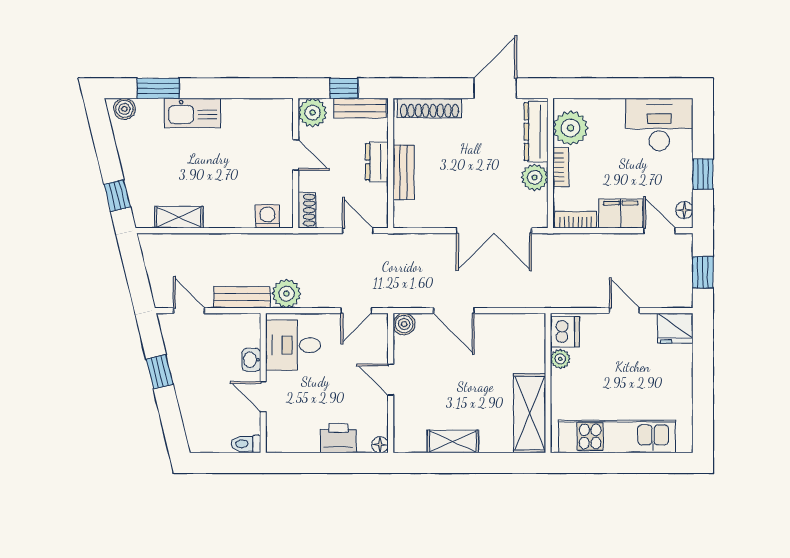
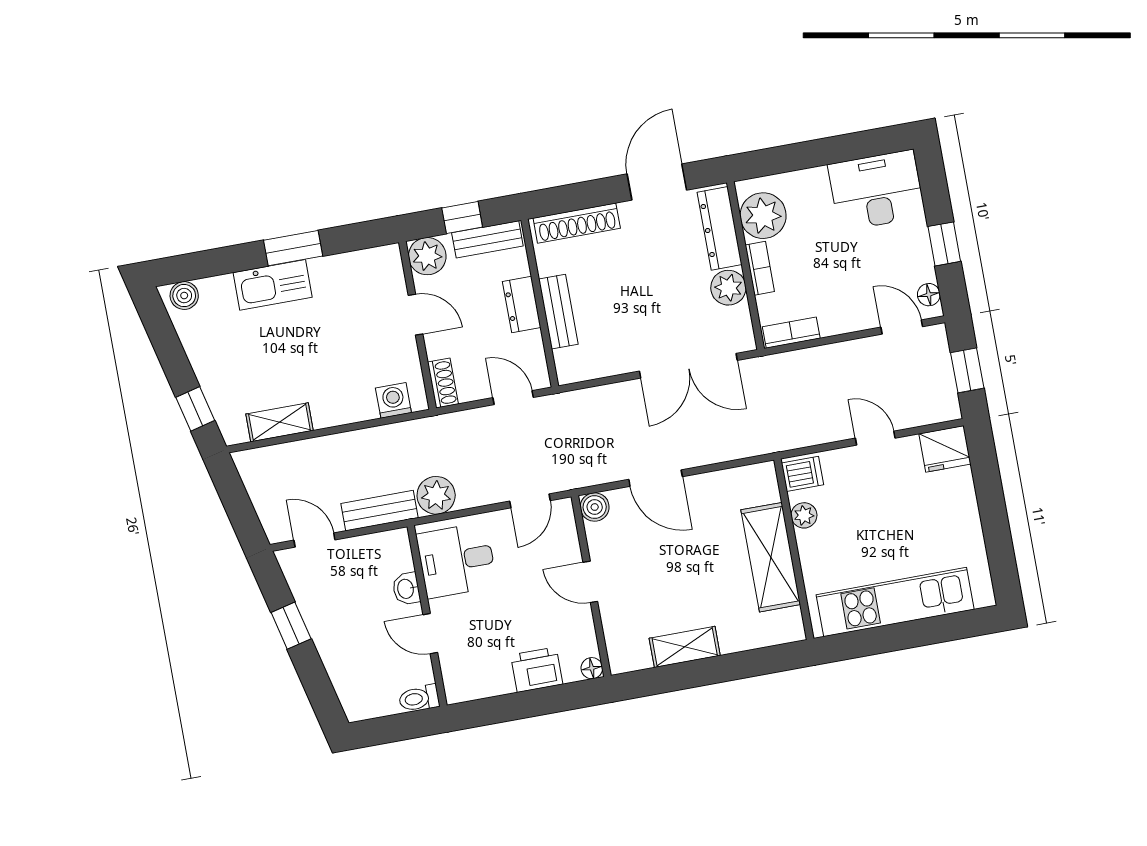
window: (158, 88) -> (293, 248), moved
filing cabinet: (621, 213) -> (848, 314), removed
dishwasher: (565, 332) -> (803, 474), width x0.73
shelving: (530, 413) -> (771, 557), moved

